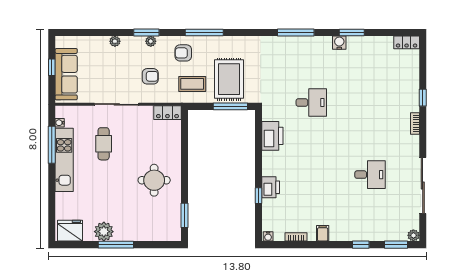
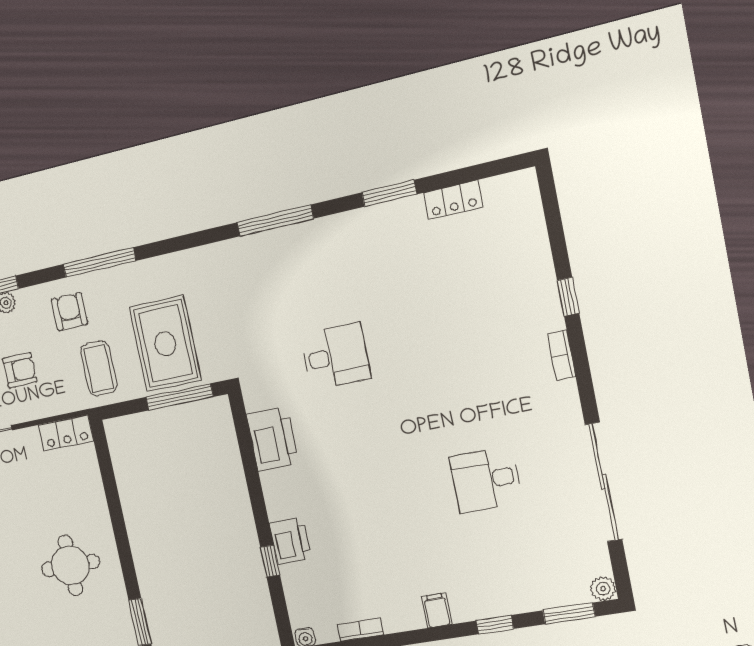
locker: (407, 42) -> (453, 200), moved
water cooler: (339, 43) -> (368, 221), removed
armchair: (183, 53) -> (69, 312), turned 90
coffee table: (192, 84) -> (99, 368), turned 90
desk: (370, 175) -> (486, 480), turned 180
filing cabinet: (323, 233) -> (437, 610), moved

